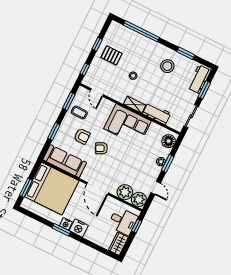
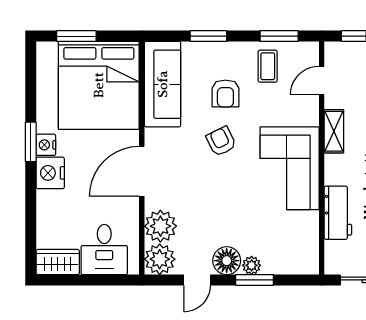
shelving: (135, 105) -> (334, 131), moved
floor lamp: (169, 141) -> (227, 261), moved
window: (137, 226) -> (108, 280), removed

